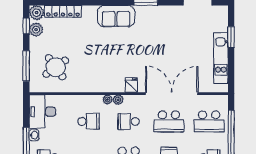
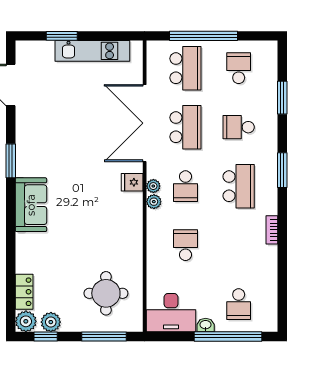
locker: (63, 11) -> (24, 292), width x0.66
round table: (56, 67) -> (106, 293), turned 36
plant: (107, 99) -> (153, 186), moved

